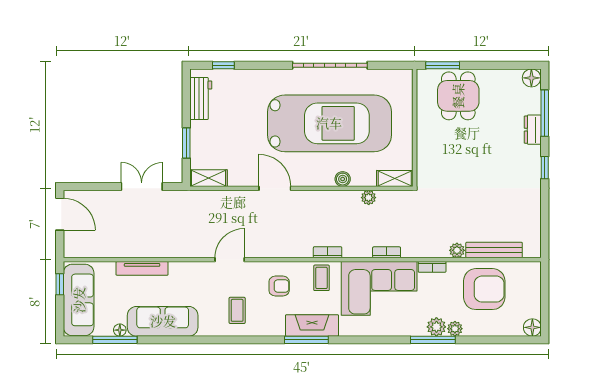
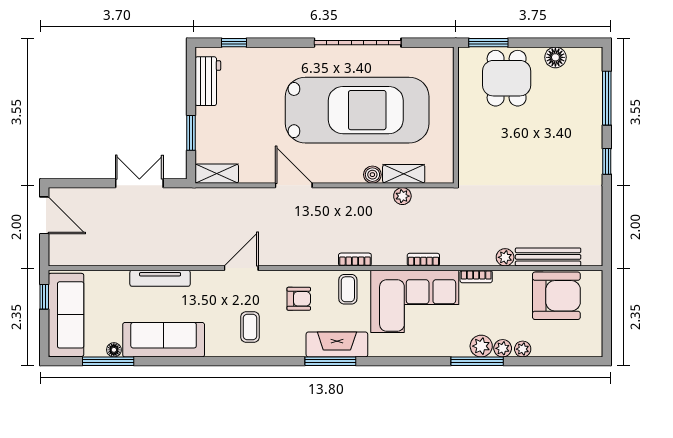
floor lamp: (531, 78) -> (555, 57), moved
dresser: (533, 130) -> (593, 117), removed
shelving: (395, 178) -> (404, 174), moved
tv unit: (142, 268) -> (160, 278), moved
armchair: (484, 289) -> (556, 296), moved
floor lamp: (532, 327) -> (592, 347), removed
plant: (472, 329) -> (523, 349), added

